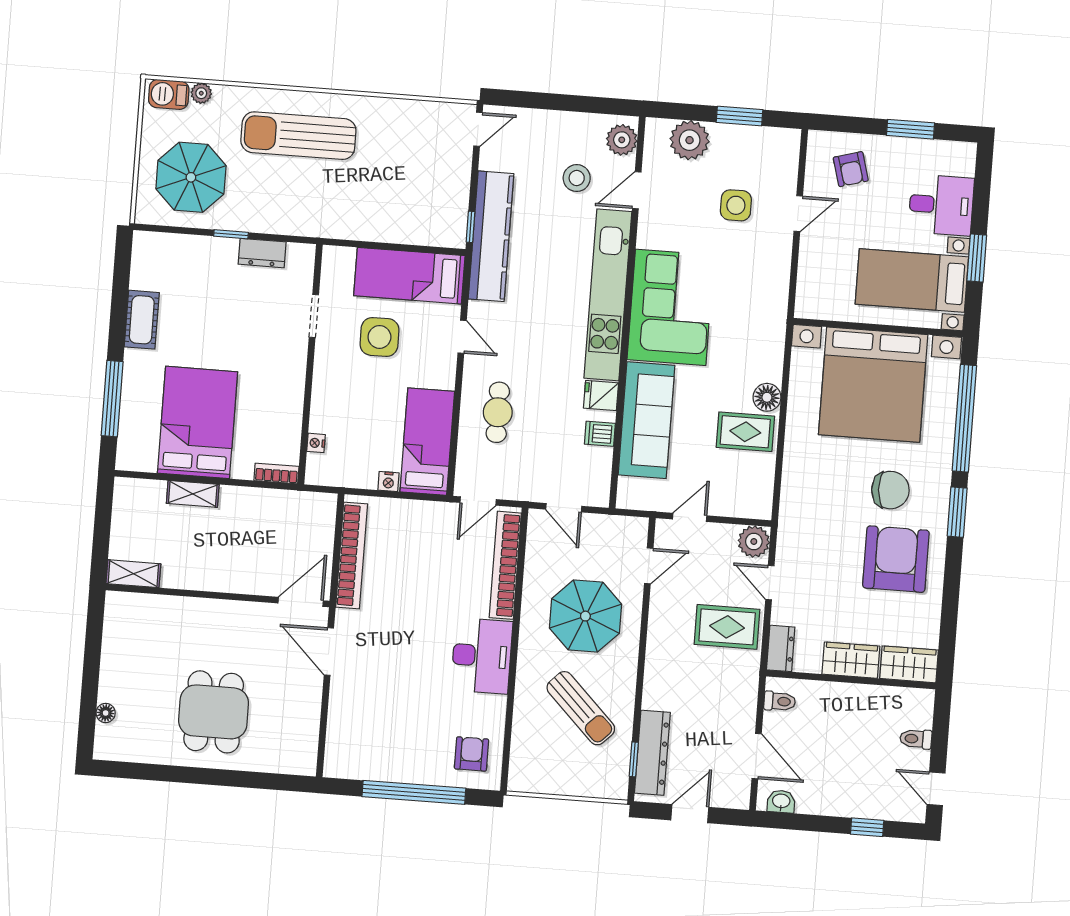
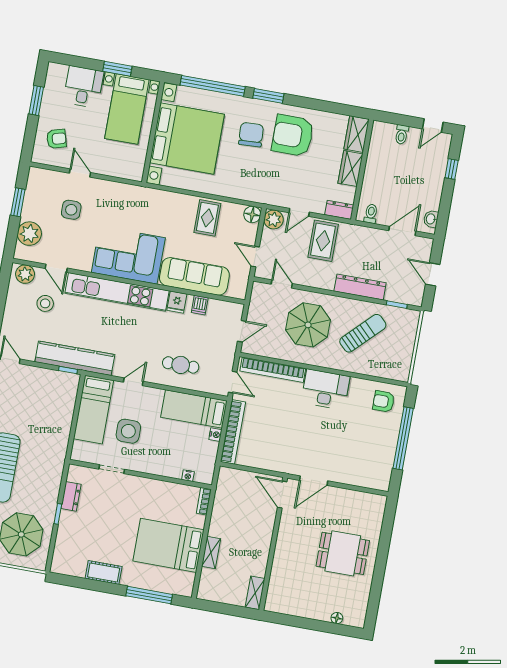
floor lamp: (767, 397) -> (252, 214), moved
bookcase: (352, 555) -> (233, 432), moved, turned 90
dresser: (652, 753) -> (360, 287), moved

